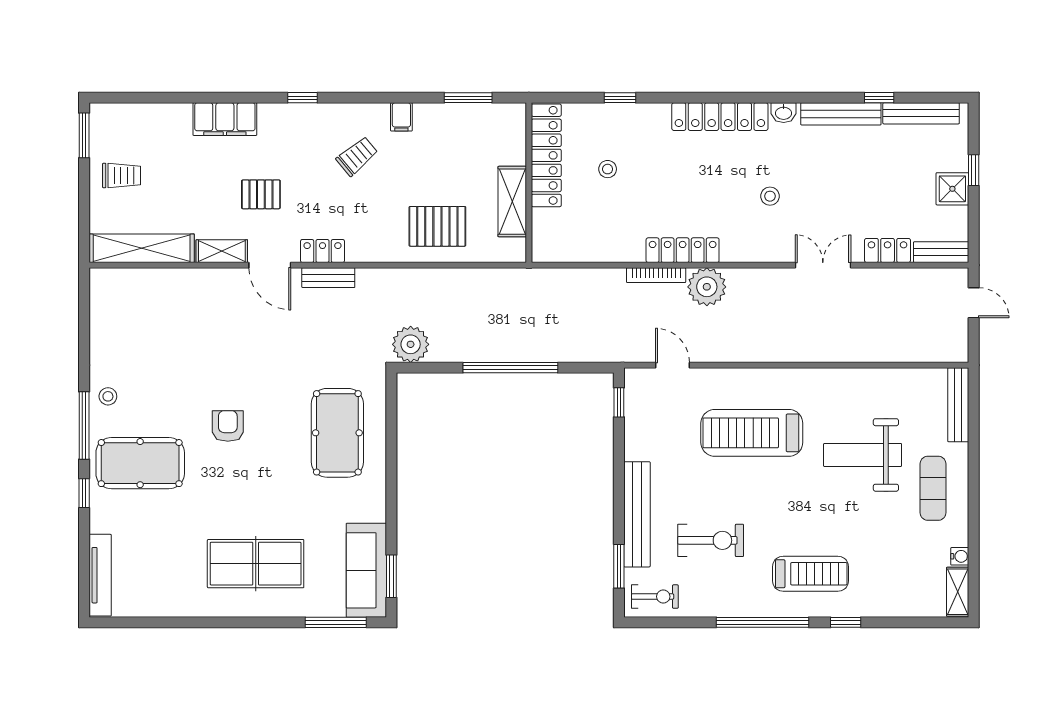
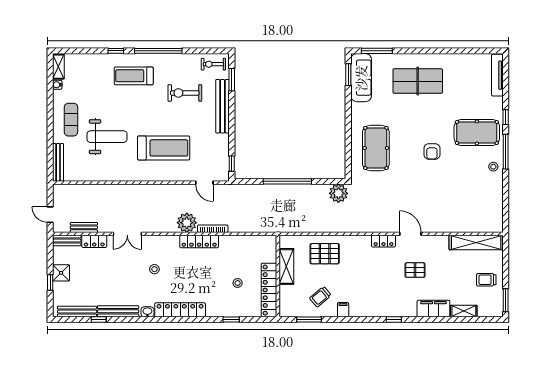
trolley: (357, 156) -> (320, 297), moved
shelving: (222, 251) -> (464, 311), moved
bench: (328, 278) -> (84, 227), moved

